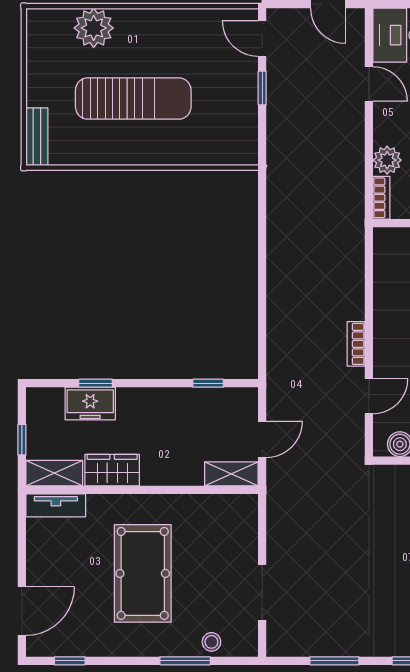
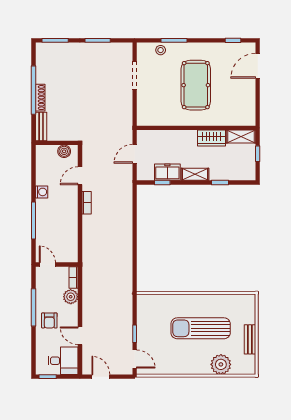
bench: (37, 137) -> (250, 339), moved
freezer: (90, 404) -> (167, 172), moved
shelving: (231, 474) -> (195, 174), moved
tv unit: (56, 505) -> (240, 120), removed

